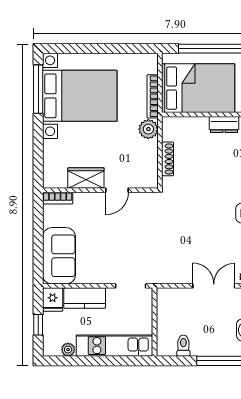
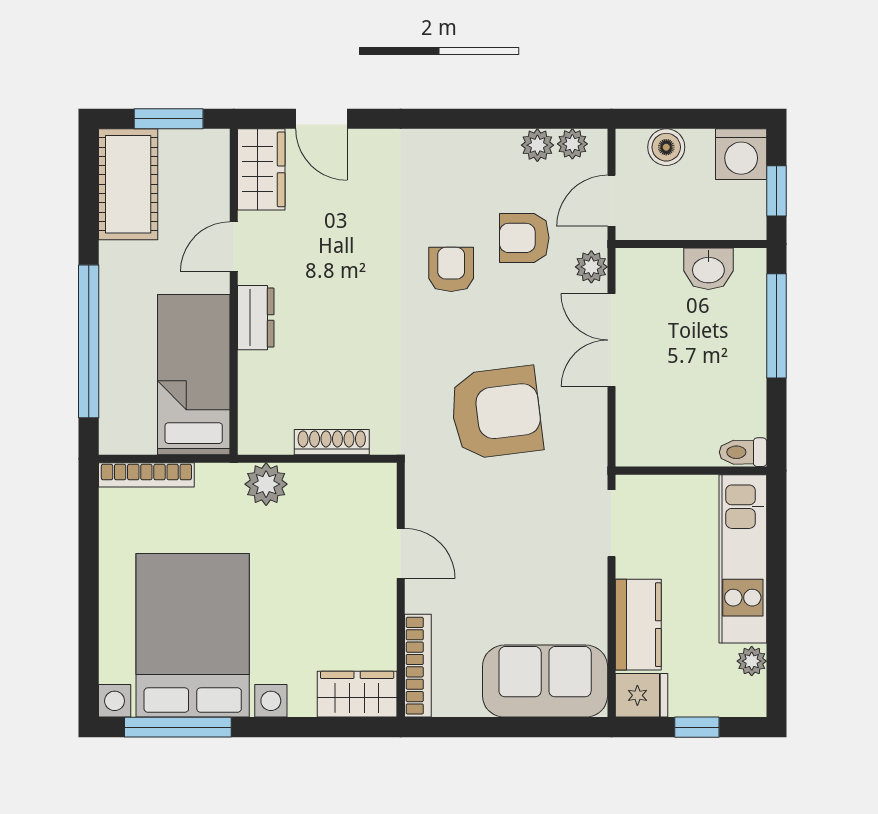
bed: (198, 88) -> (194, 375), width x0.67
bookcase: (153, 96) -> (146, 475), moved
wardrobe: (86, 178) -> (357, 694), moved, turned 90
bookcase: (58, 198) -> (418, 666), width x1.56
armchair: (181, 234) -> (496, 413), added
toilet: (183, 346) -> (743, 452), moved

